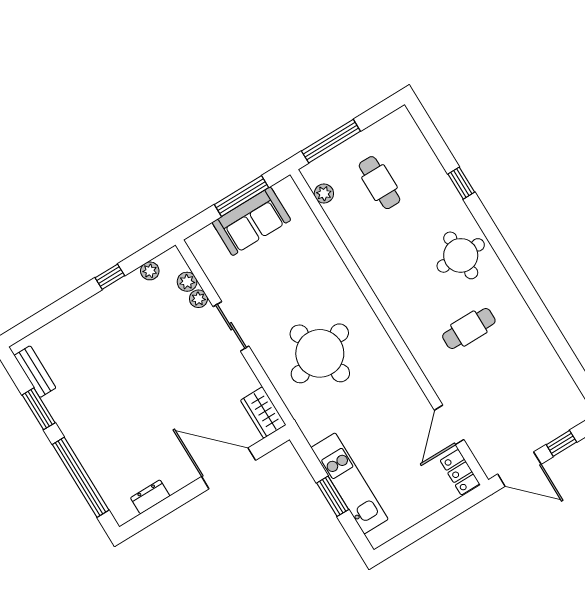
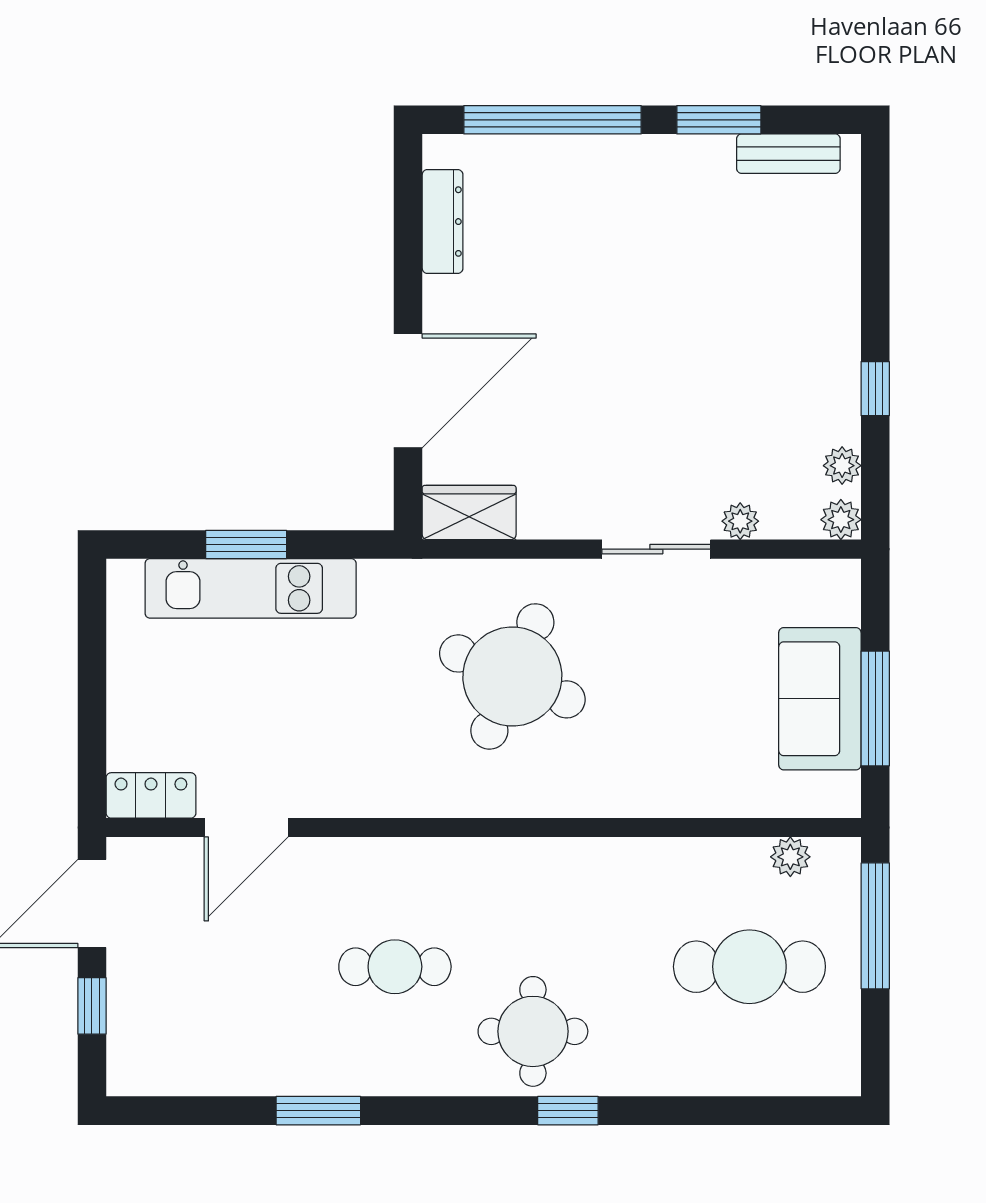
cafe table: (379, 183) -> (749, 967), width x1.37, depth x1.35
window: (461, 183) -> (568, 1111), moved
plant: (187, 282) -> (841, 520), moved
window: (547, 324) -> (318, 1111), added
cafe table: (469, 329) -> (395, 967), turned 90
round table: (320, 353) -> (512, 676), turned 38
door: (449, 425) -> (246, 828), swing flipped
dresser: (150, 497) -> (443, 222), width x1.44

